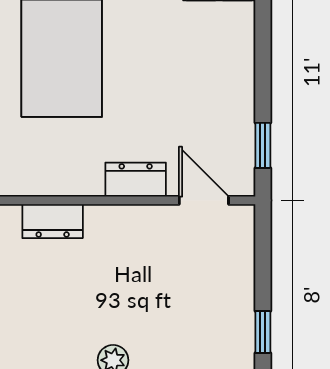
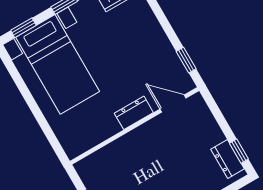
dresser: (53, 221) -> (228, 159), moved, turned 90

